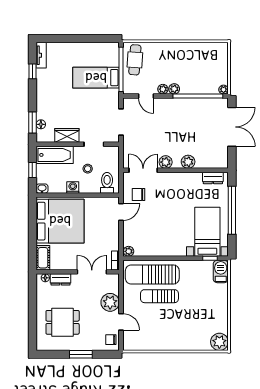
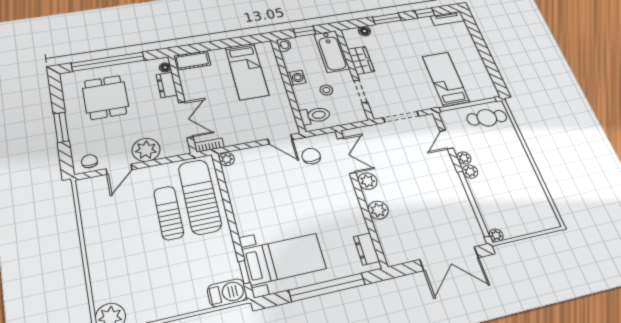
window: (32, 122) -> (387, 19), moved
bed: (60, 221) -> (247, 71), width x0.49
window: (32, 316) -> (108, 62), added

